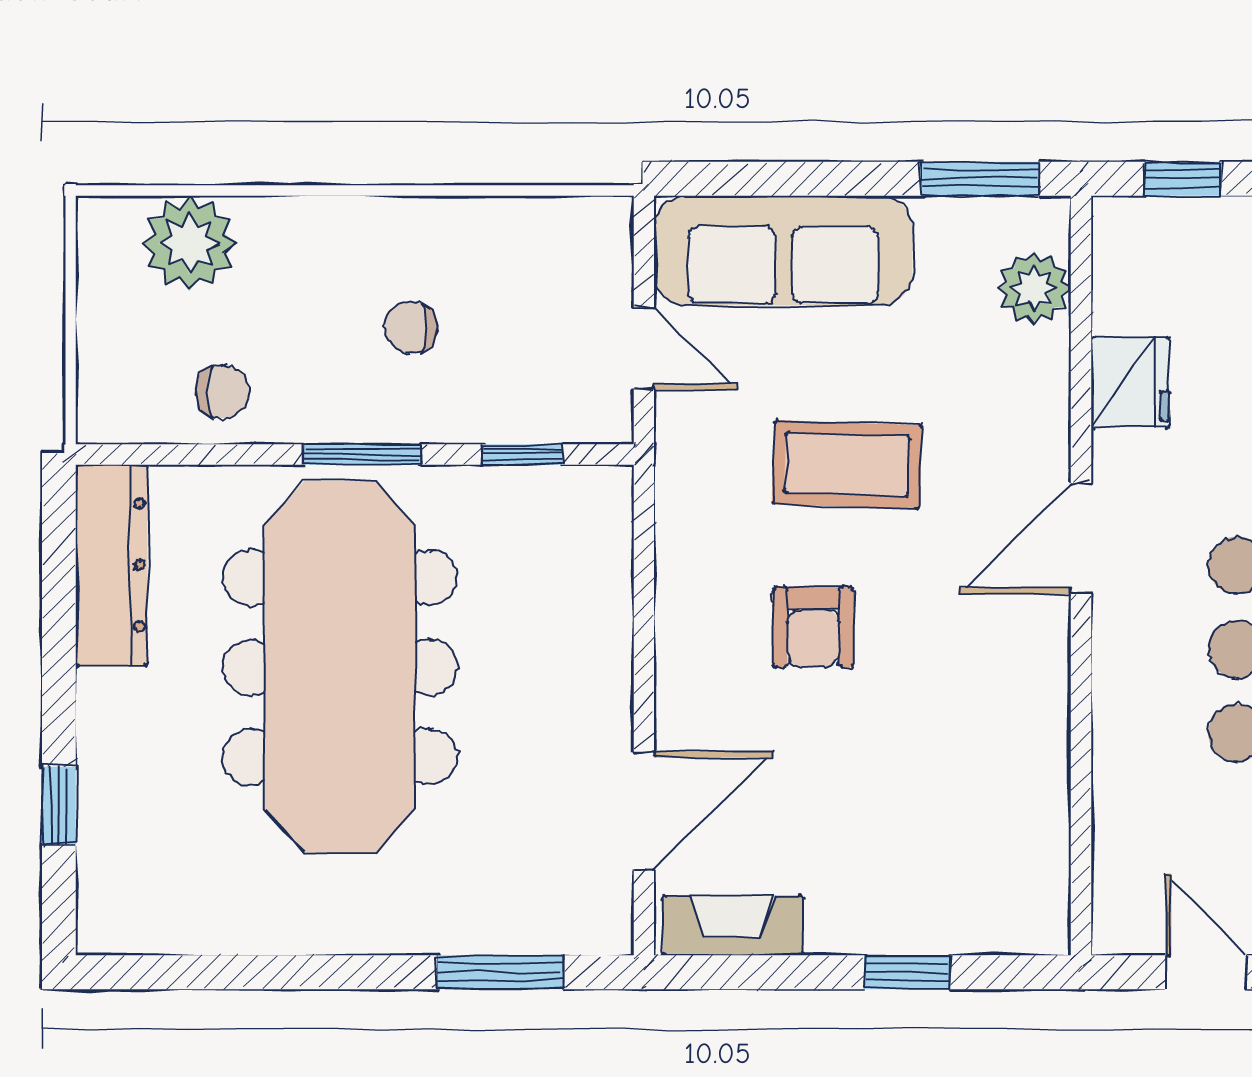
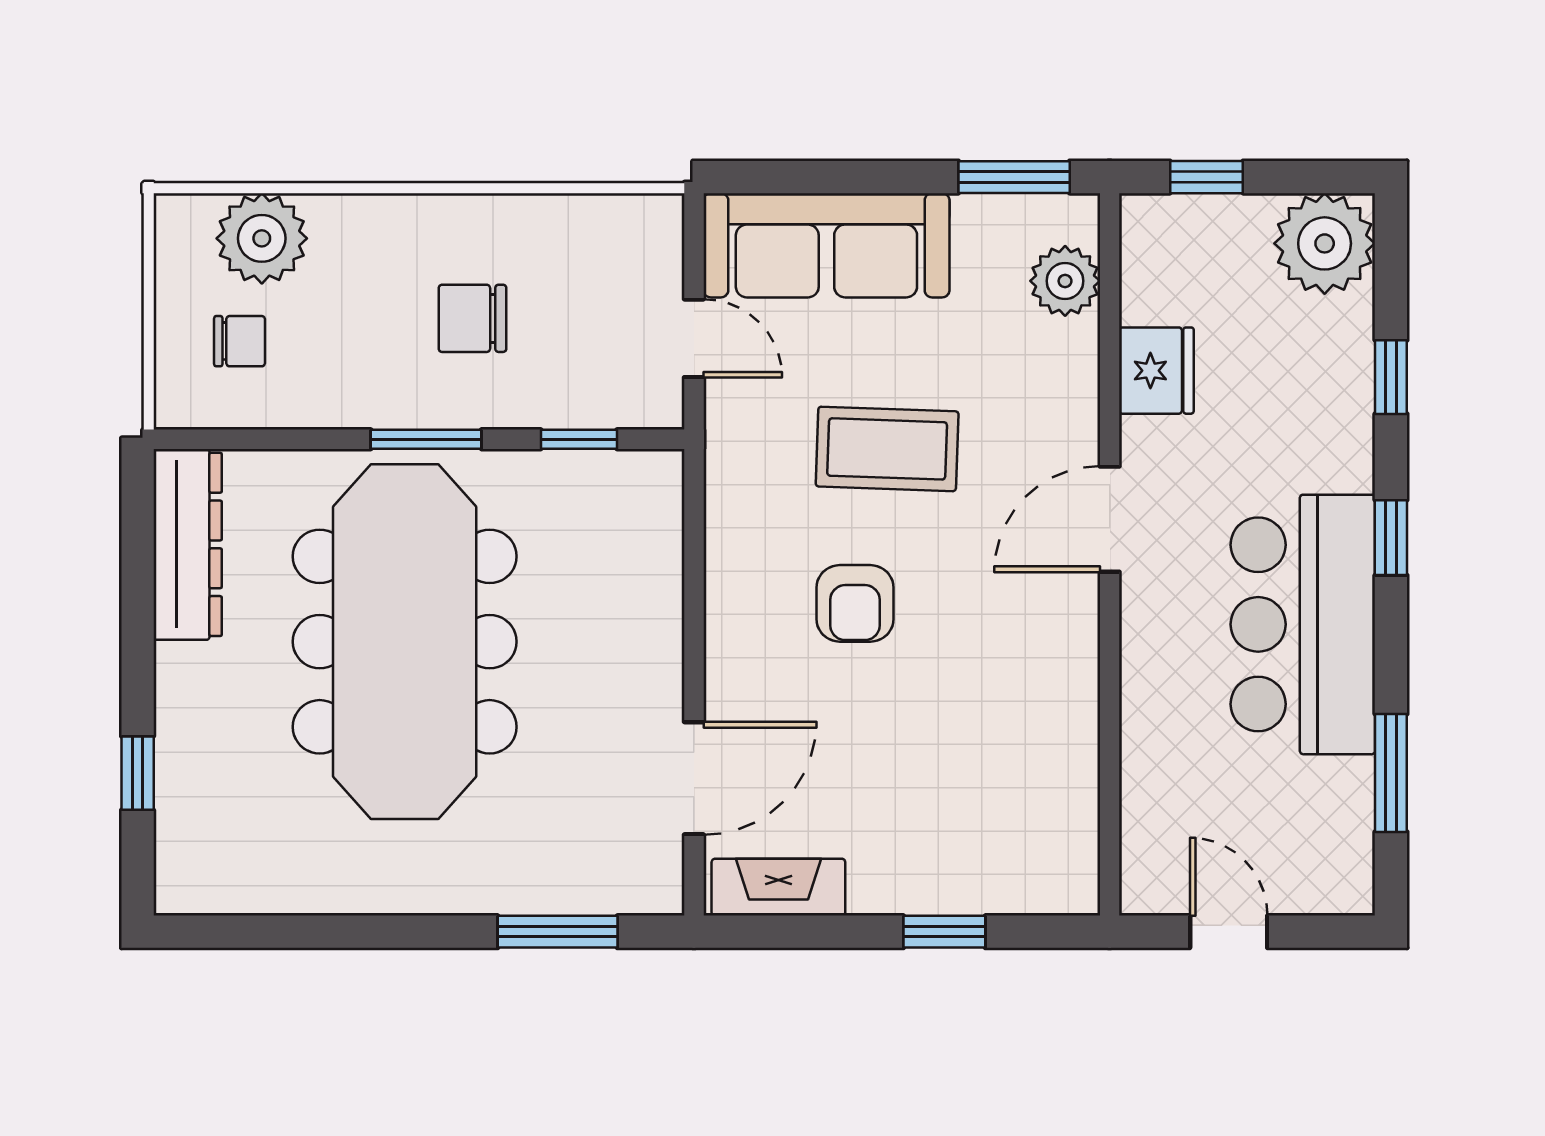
chair: (411, 327) -> (472, 318), width x1.37, depth x1.37
chair: (223, 391) -> (240, 341), moved

